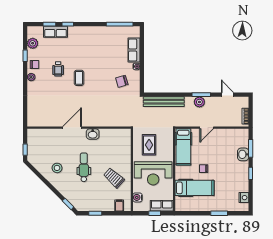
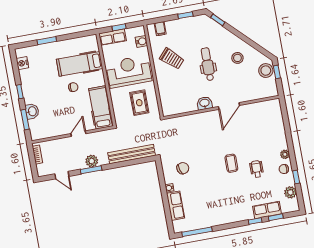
stool: (35, 153) -> (266, 71), added
dental chair: (84, 167) -> (208, 64), turned 180

